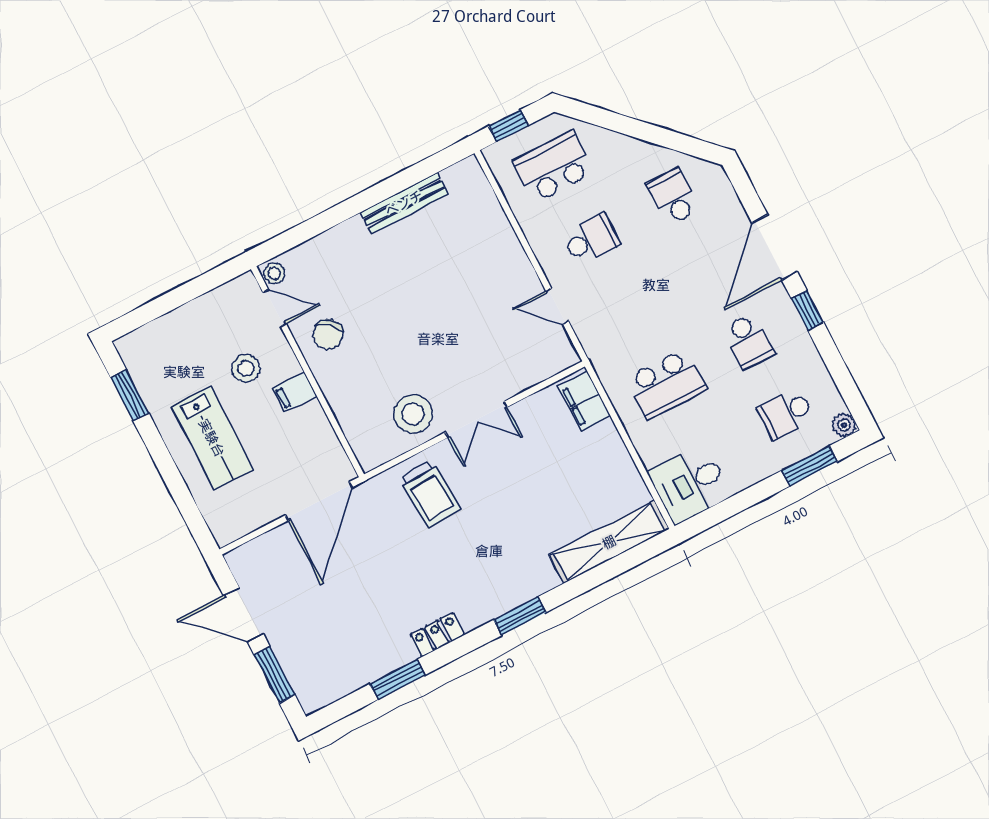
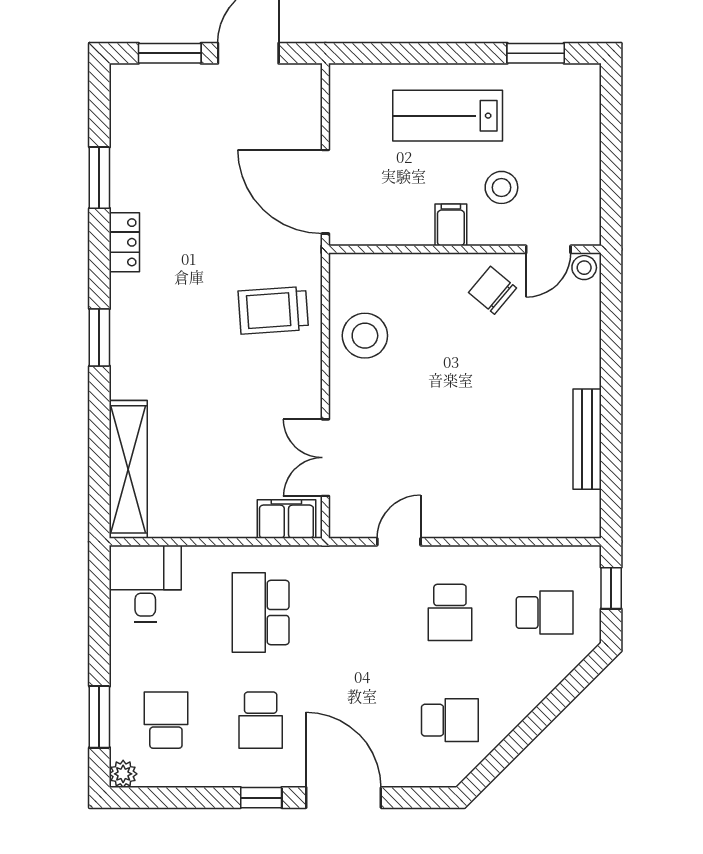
school desk: (554, 167) -> (545, 612), width x0.54
school desk: (748, 341) -> (261, 720), turned -90
double door: (476, 420) -> (325, 458), moved

